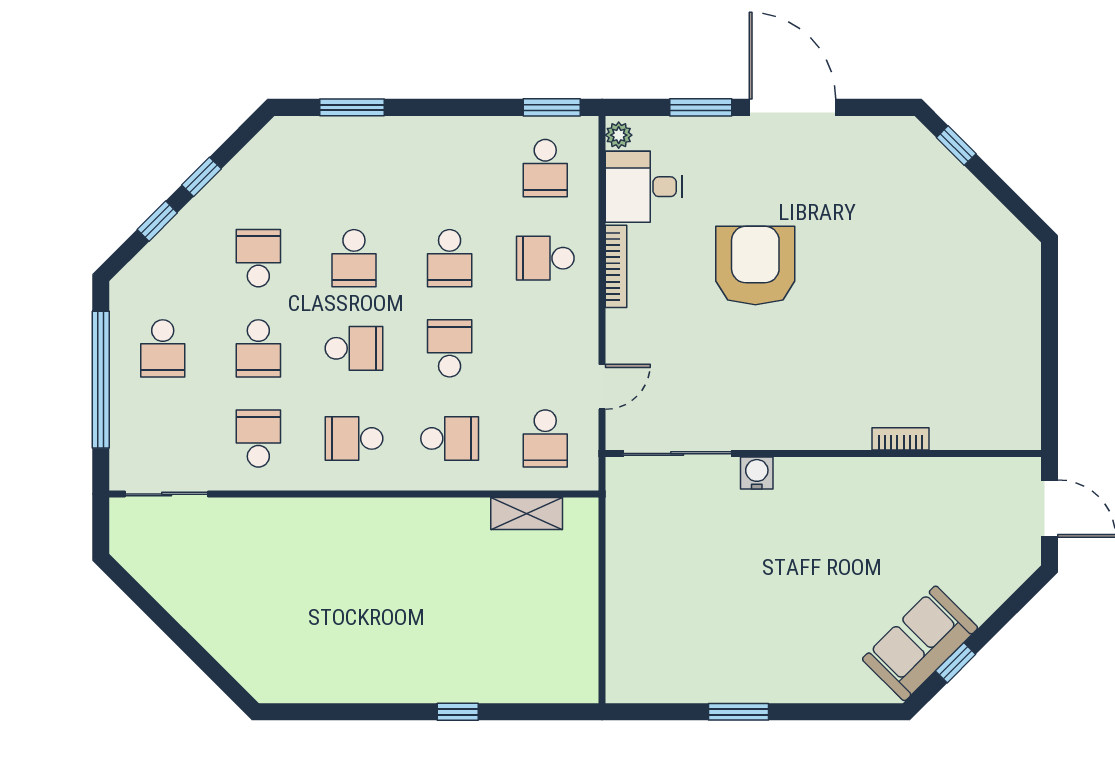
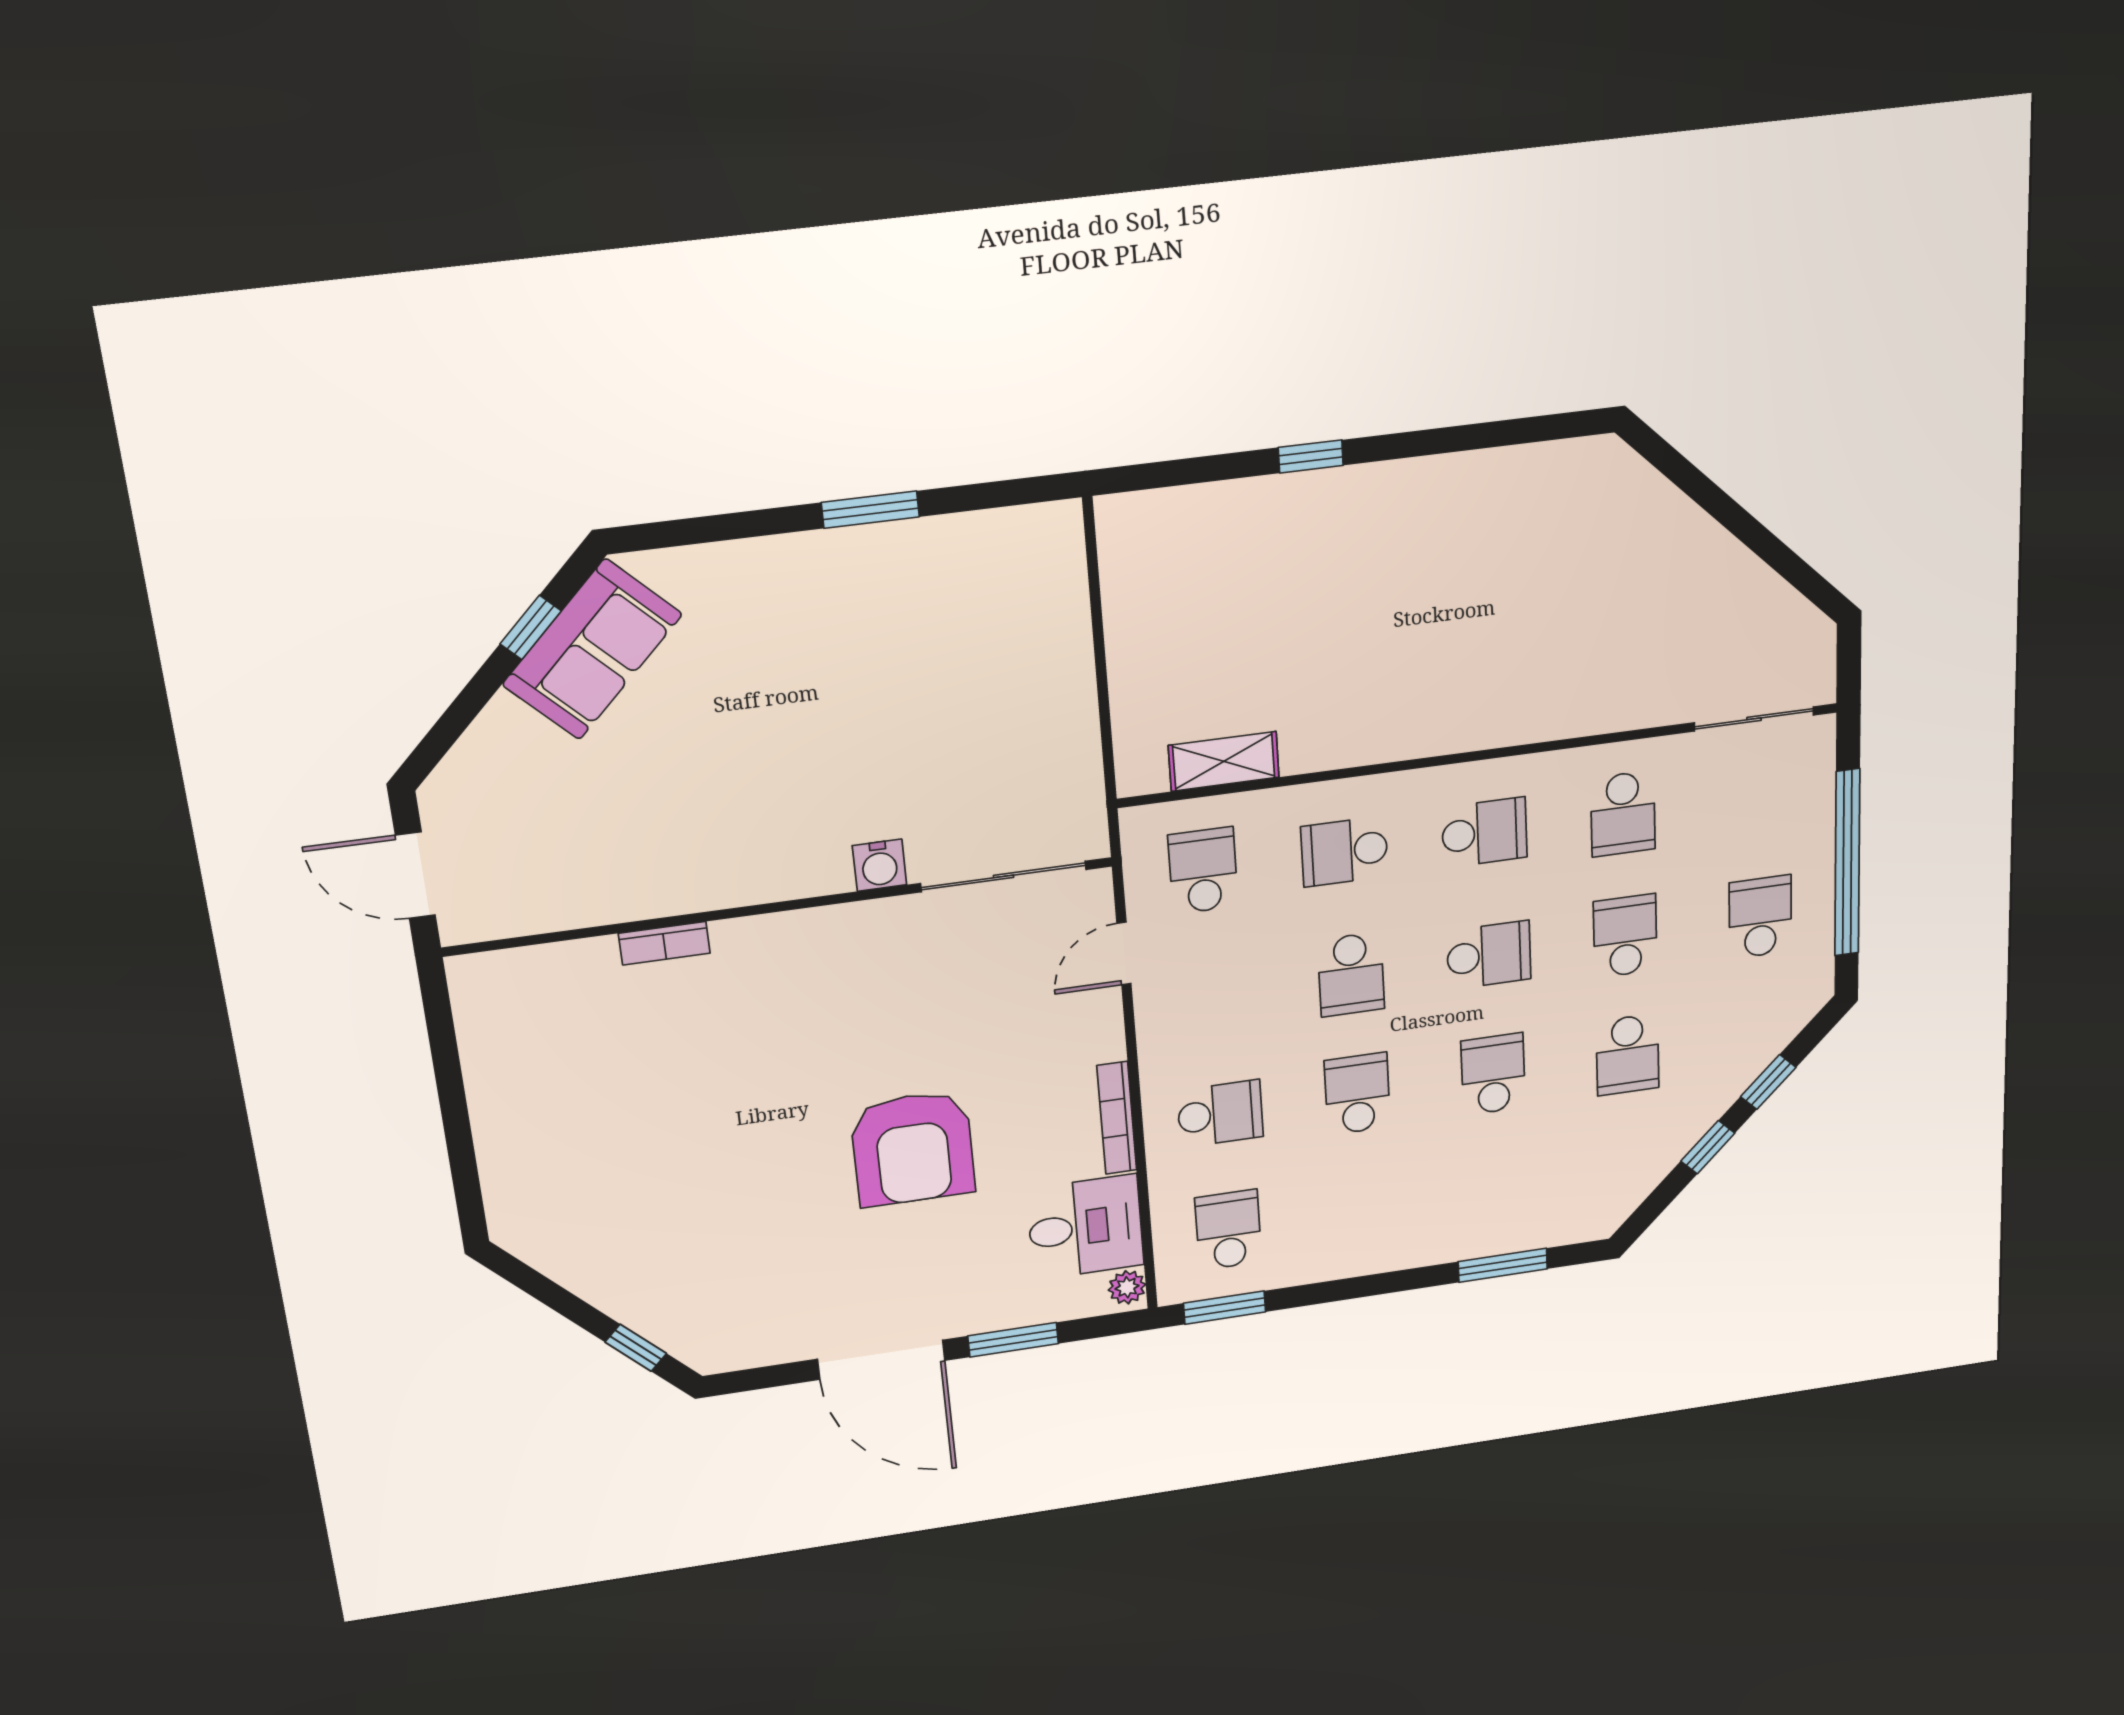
school desk: (354, 348) -> (1489, 955), turned 180

